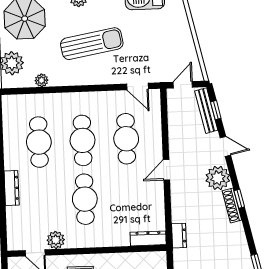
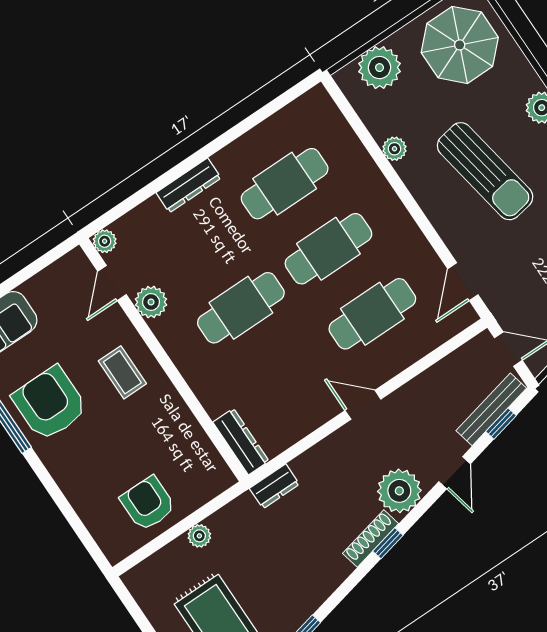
plant: (42, 80) -> (394, 149), moved
plant: (13, 244) -> (105, 241), added

